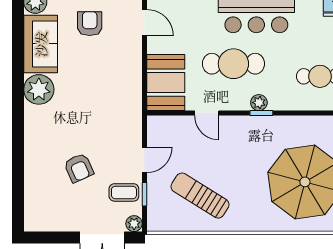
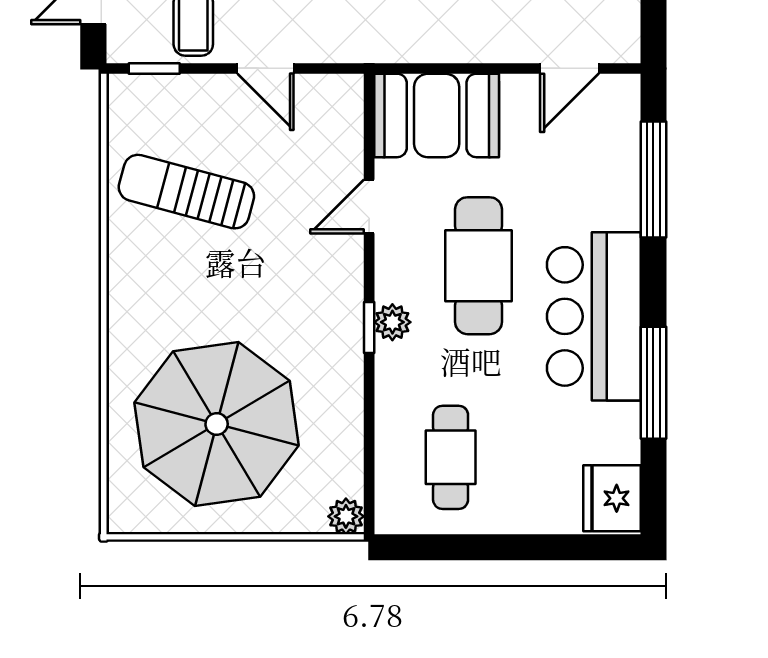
window: (144, 194) -> (154, 68), moved
sun lounger: (200, 196) -> (186, 192), turned -107
plant: (134, 224) -> (124, 45), removed

